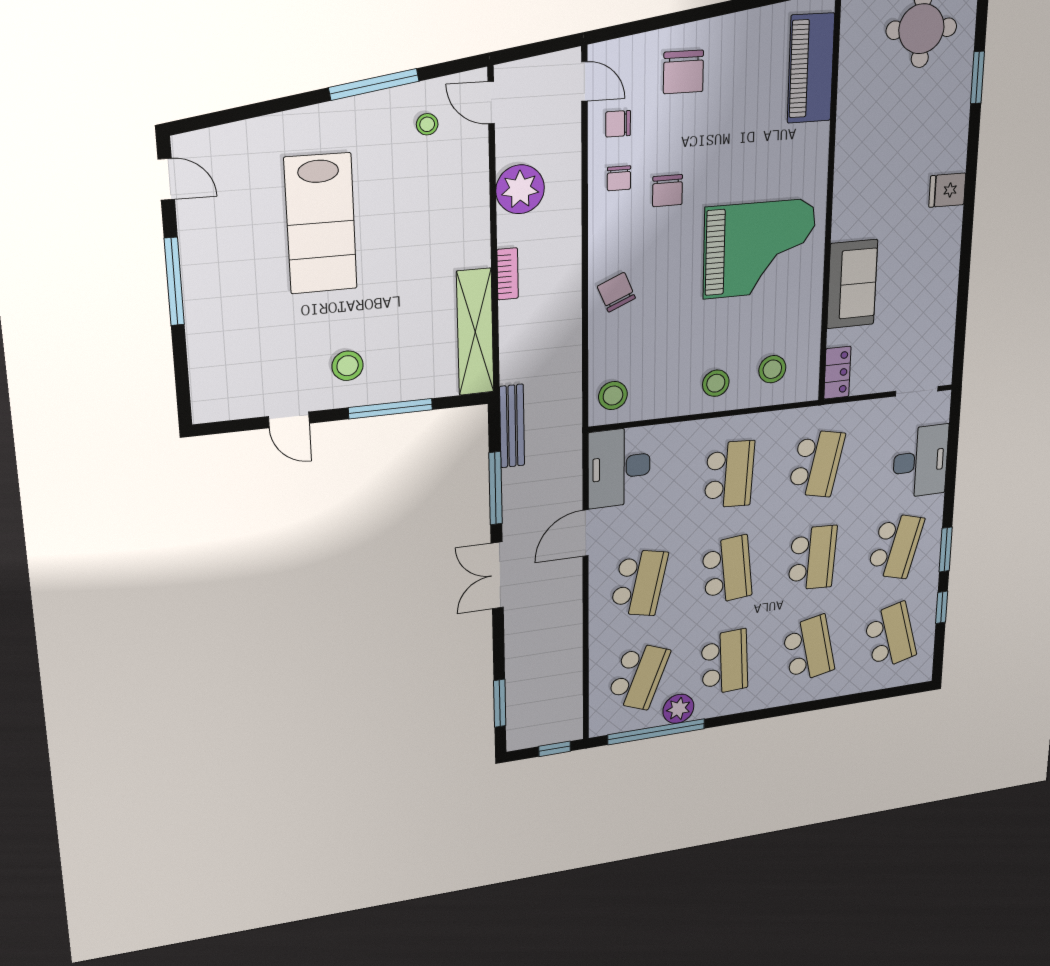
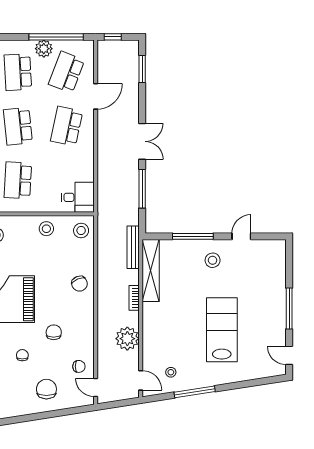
chair: (619, 178) -> (22, 355), moved
stool: (716, 383) -> (46, 229), moved
door: (289, 420) -> (241, 236), hinge flipped
bench: (512, 426) -> (133, 247), moved
desk: (619, 467) -> (78, 197), width x0.73
door: (585, 533) -> (96, 96), moved

